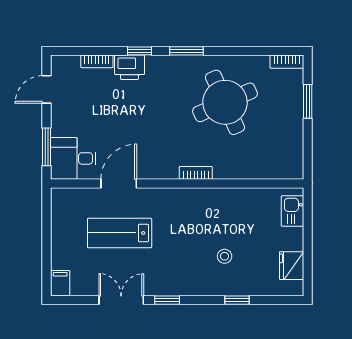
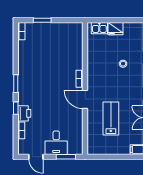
round table: (225, 102) -> (43, 63), removed
desk: (73, 158) -> (56, 143), moved
door: (119, 184) -> (85, 99), moved
lab bench: (120, 233) -> (111, 119), turned 180
fridge: (292, 266) -> (116, 29), moved

